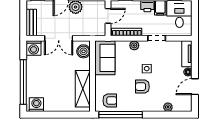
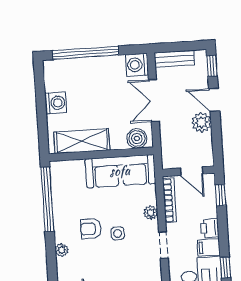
sofa: (105, 58) -> (120, 171), width x1.36
armchair: (142, 87) -> (91, 229), turned -90
armchair: (110, 100) -> (67, 182), removed
washing machine: (36, 105) -> (56, 103), moved
plant: (168, 107) -> (62, 250), moved

